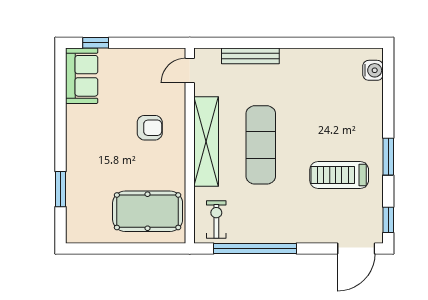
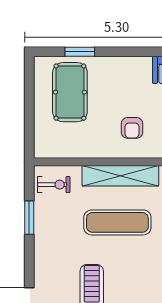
pool table: (148, 211) -> (70, 92), moved
window: (255, 248) -> (29, 218), width x0.47

